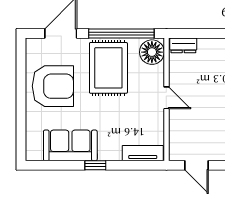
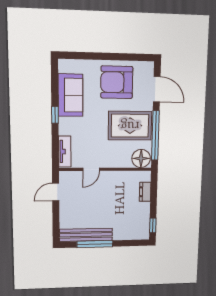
dresser: (183, 45) -> (145, 192), moved
armchair: (53, 86) -> (117, 82), turned 90
door: (166, 98) -> (91, 169), moved

